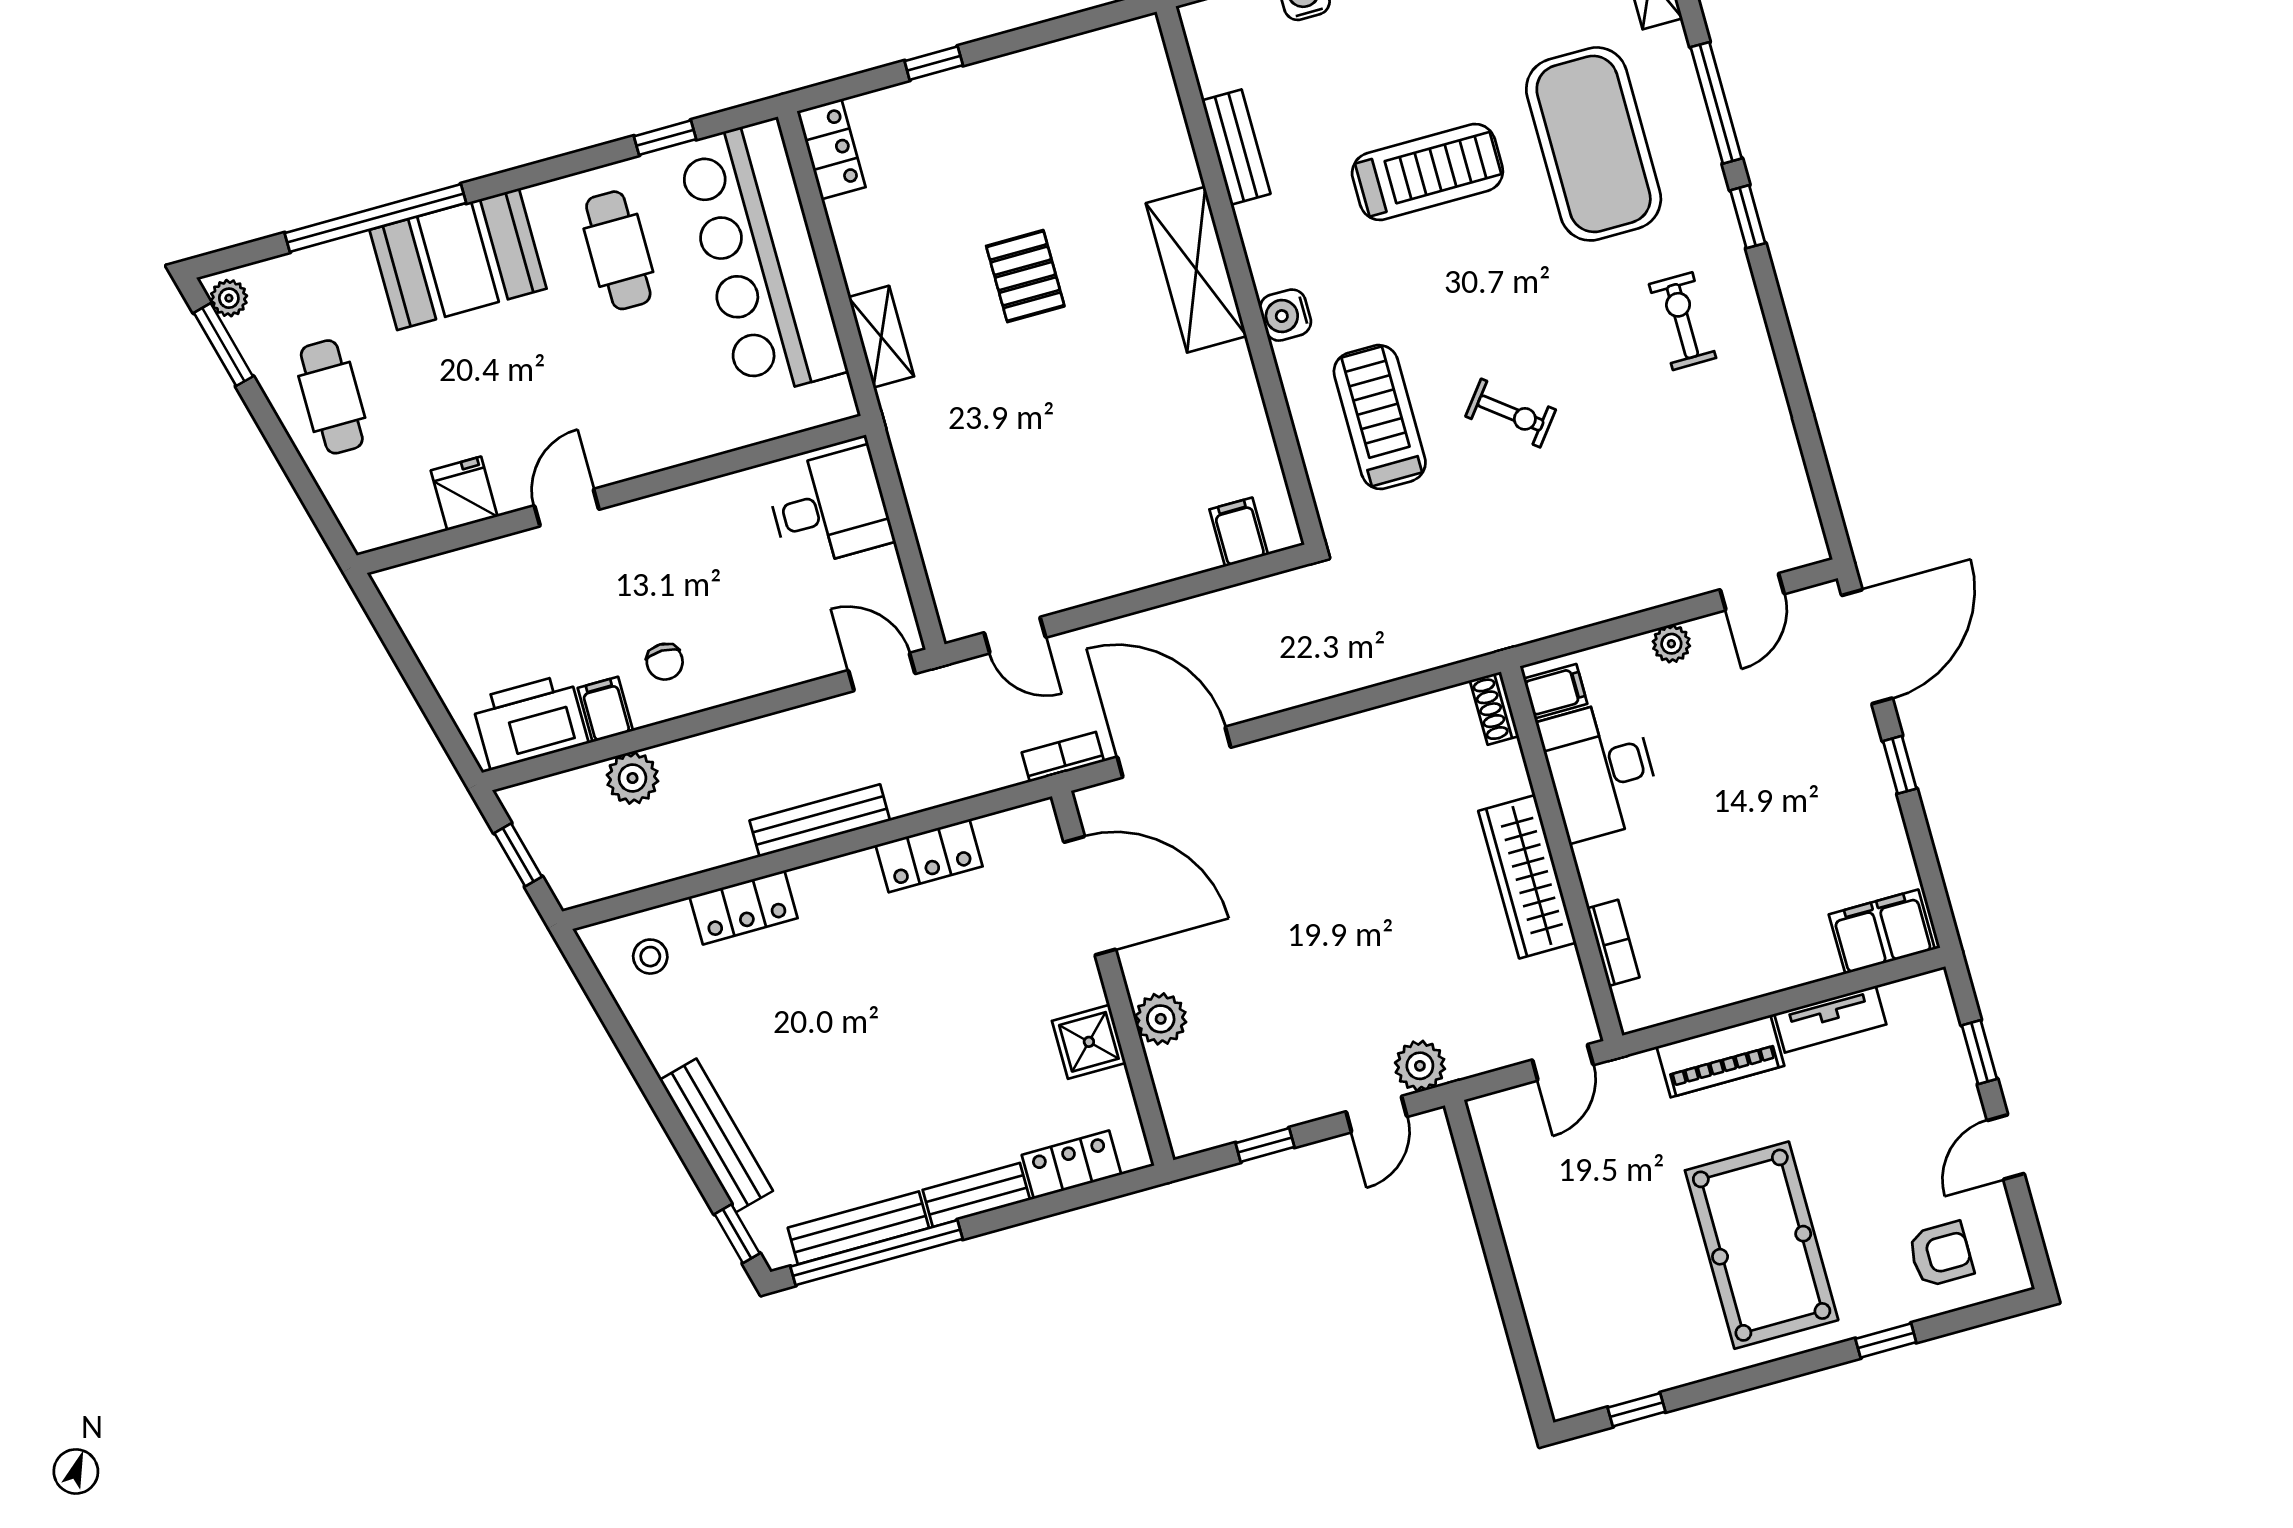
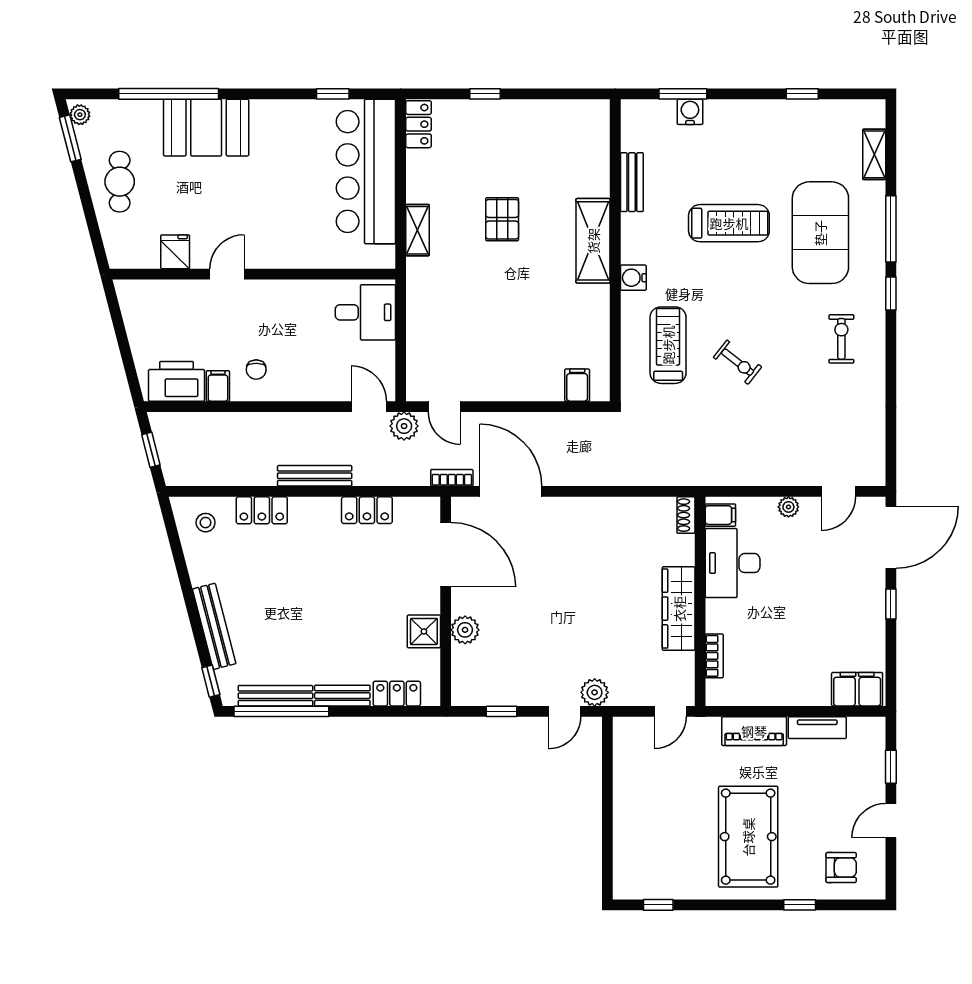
cafe table: (618, 250) -> (292, 146), removed
plant: (632, 778) -> (404, 426), moved

